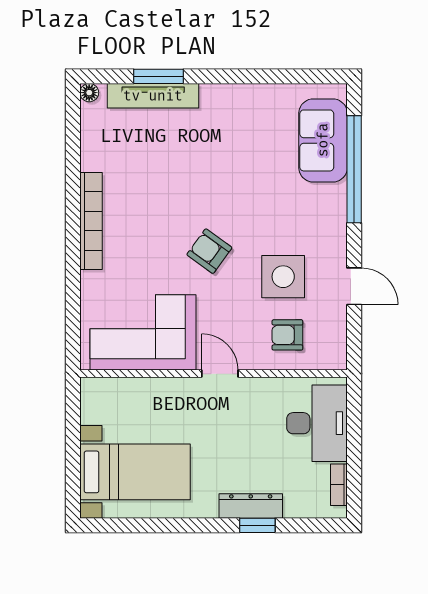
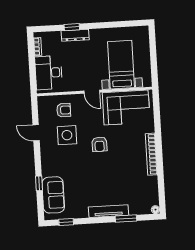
window: (297, 76) -> (66, 222), added
tv unit: (153, 96) -> (109, 211), moved
window: (354, 169) -> (39, 183), width x0.32
armchair: (209, 251) -> (99, 144), turned 54
bed with nightstands: (135, 472) -> (121, 65), moved, turned 90

